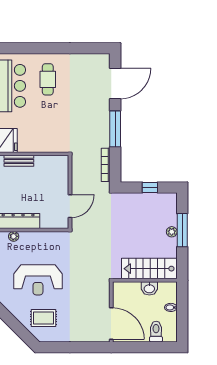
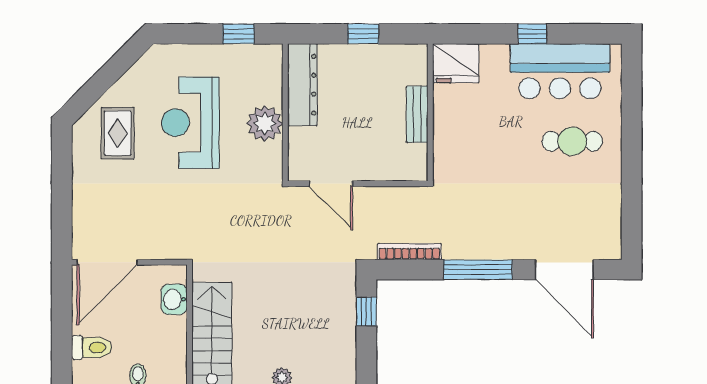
bench: (19, 161) -> (417, 114), moved
window: (150, 187) -> (366, 312), moved
plant: (14, 236) -> (265, 123), moved, width x1.88, depth x1.88
washbasin: (149, 288) -> (174, 299), moved

